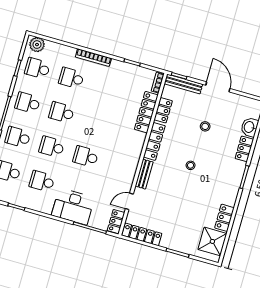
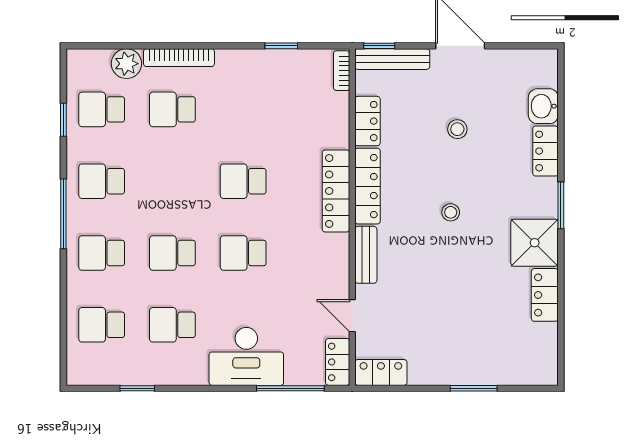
plant: (37, 45) -> (126, 64), moved
bookcase: (93, 58) -> (179, 58), moved
school desk: (61, 112) -> (243, 181), moved
locker: (146, 112) -> (336, 191), moved
door: (129, 201) -> (352, 316), hinge flipped
locker: (142, 234) -> (381, 372), width x0.66
shower: (212, 241) -> (535, 243), moved

